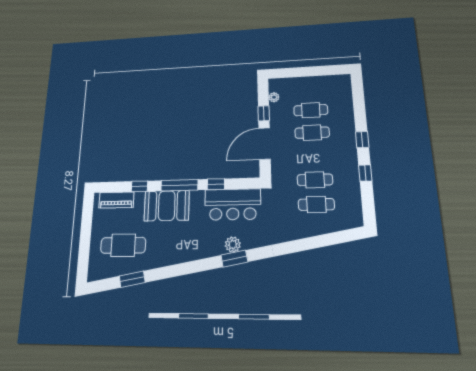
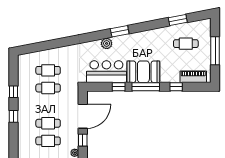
booth: (167, 206) -> (143, 72), moved
window: (85, 236) -> (215, 51), added
cafe table: (123, 245) -> (186, 44), width x0.73, depth x0.74
window: (234, 259) -> (120, 31), moved

